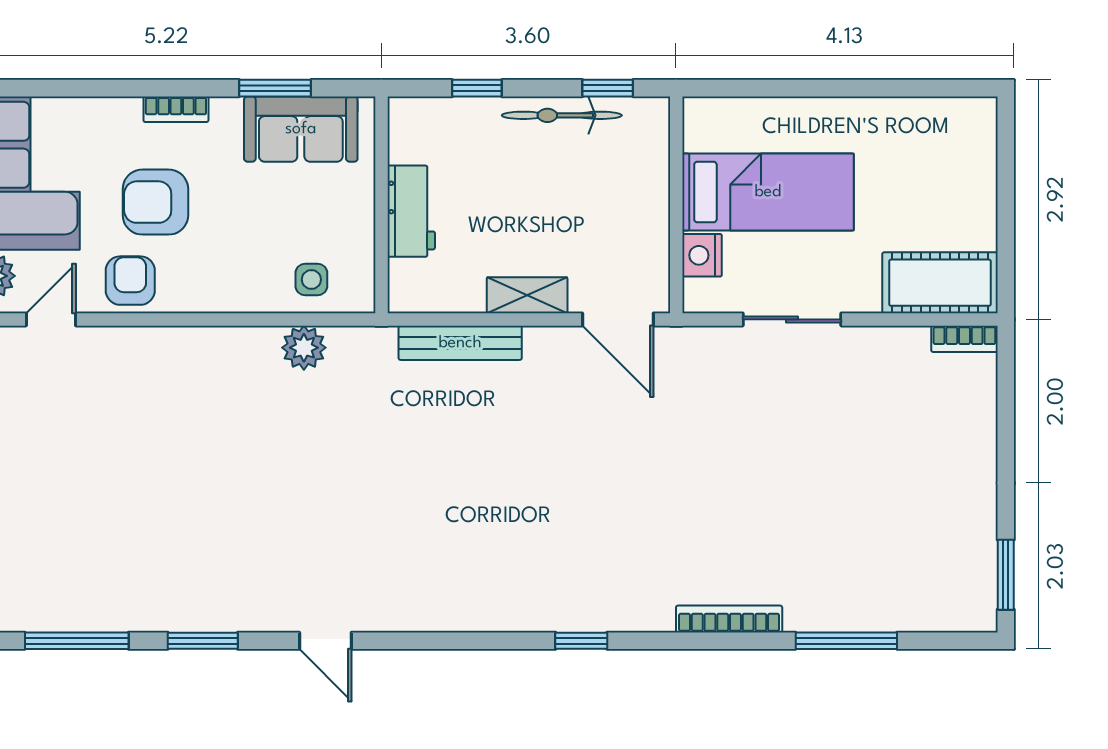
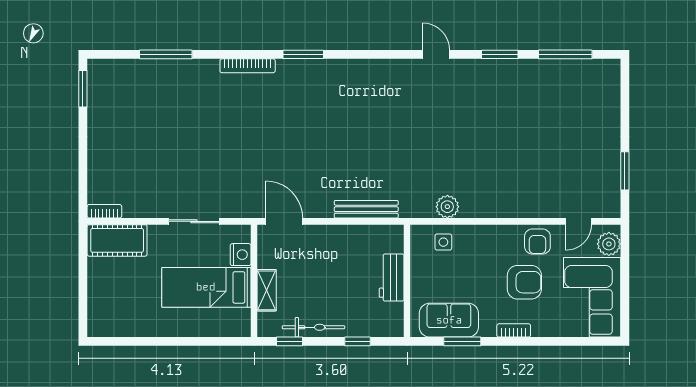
shelving: (527, 295) -> (267, 290), moved, turned 90
bookcase: (729, 619) -> (248, 66), moved
window: (581, 641) -> (303, 54), width x1.50

